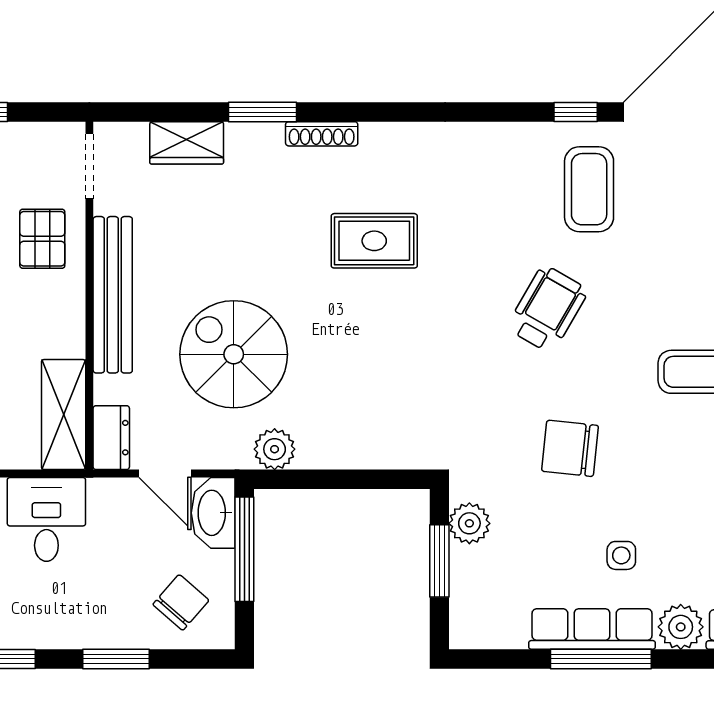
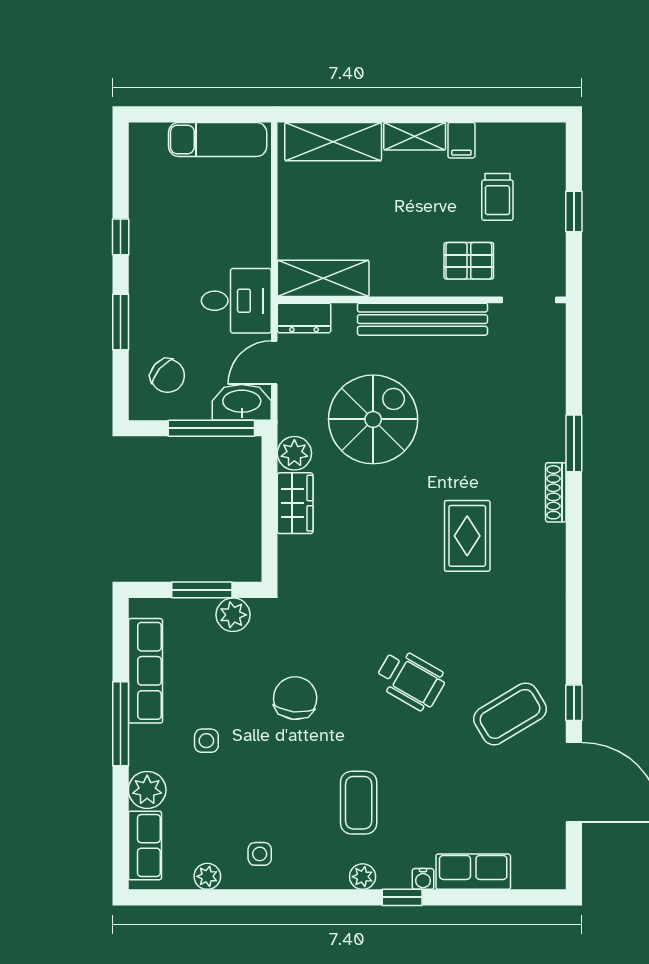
wardrobe: (187, 143) -> (295, 503), moved, turned 180
coffee table: (589, 189) -> (510, 714), turned -31
desk: (46, 519) -> (236, 301), moved
row of seats: (592, 629) -> (145, 671), moved

